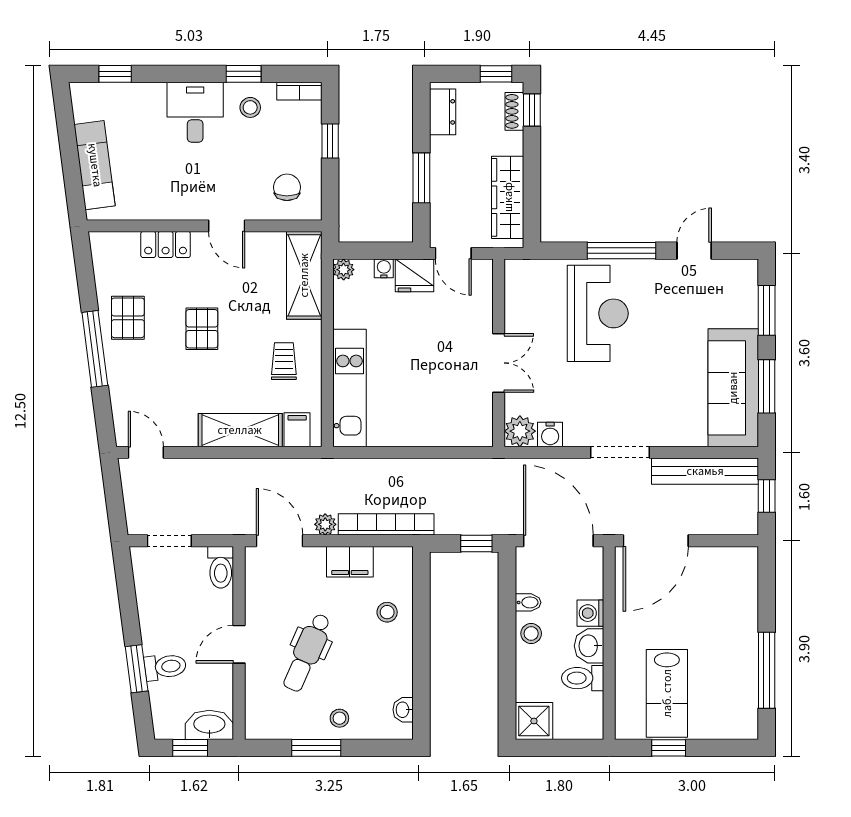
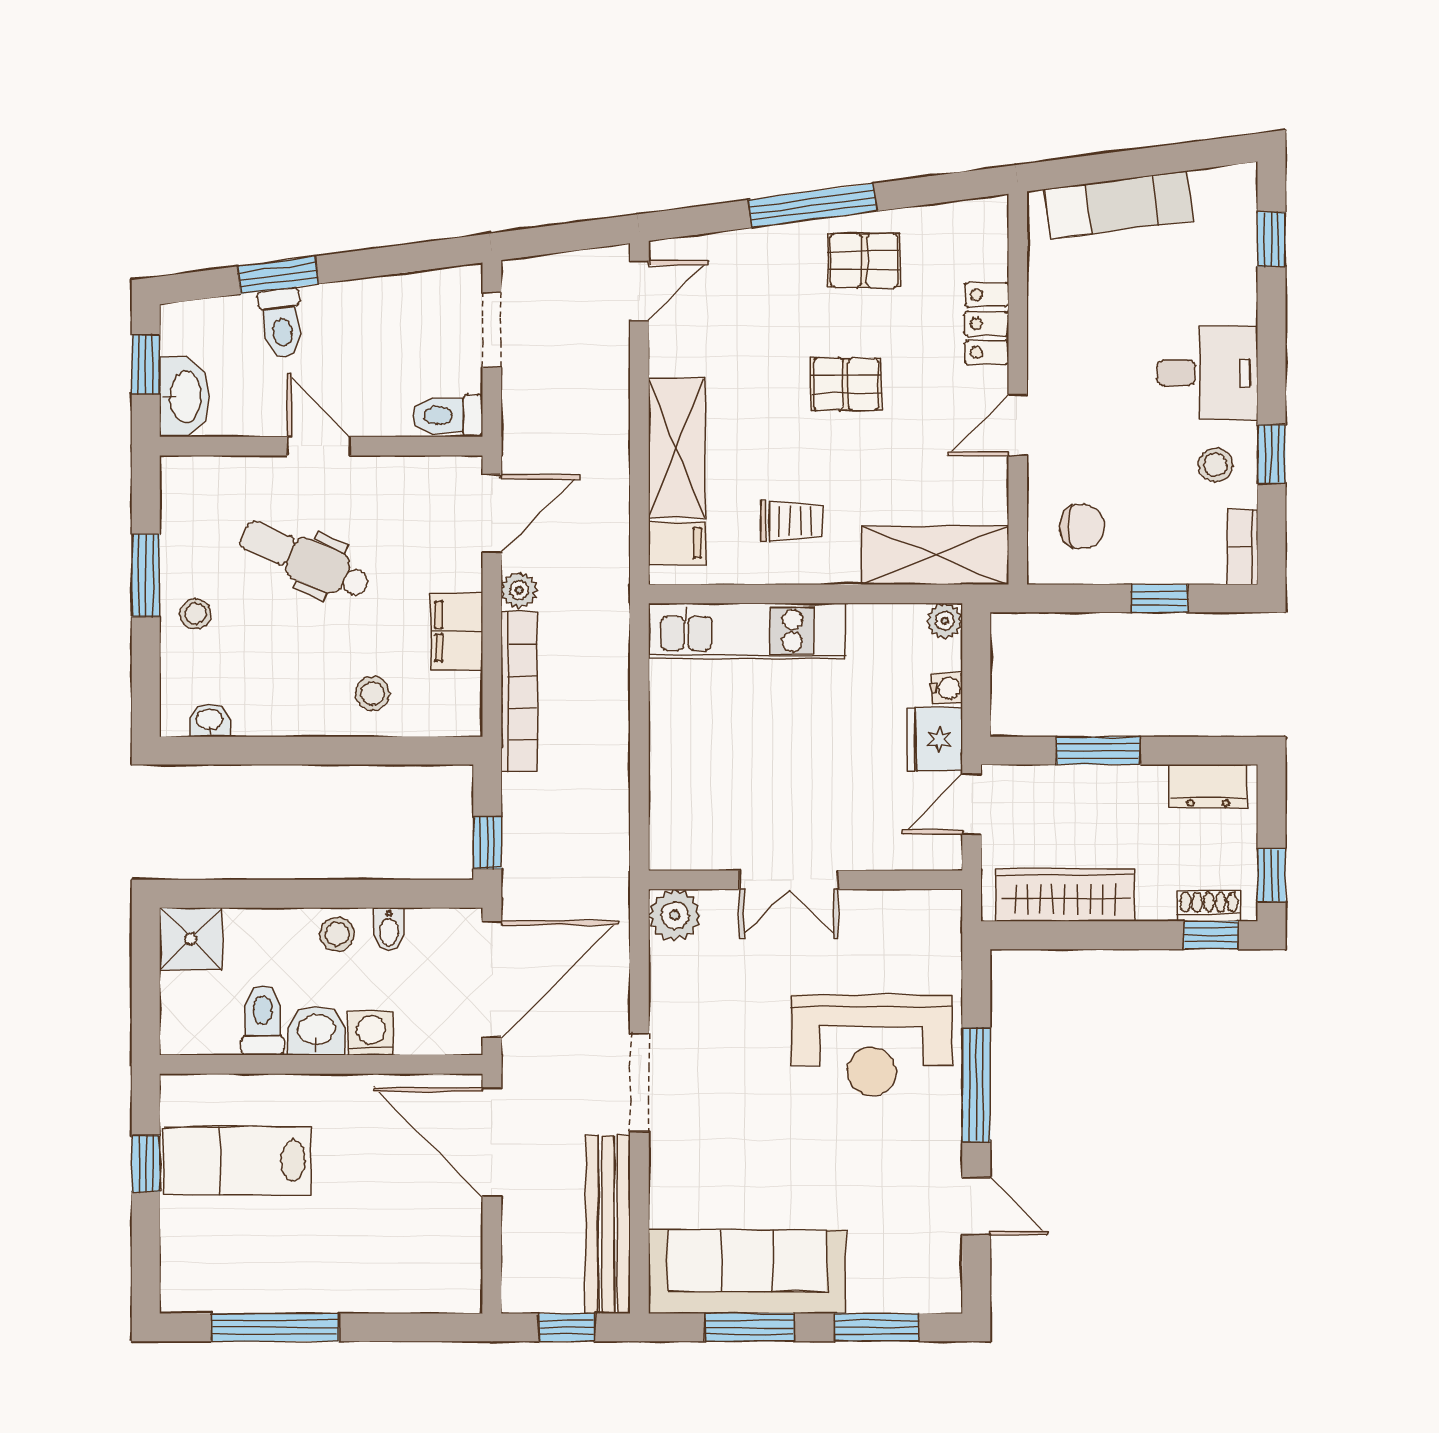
water cooler: (550, 434) -> (669, 966), removed

